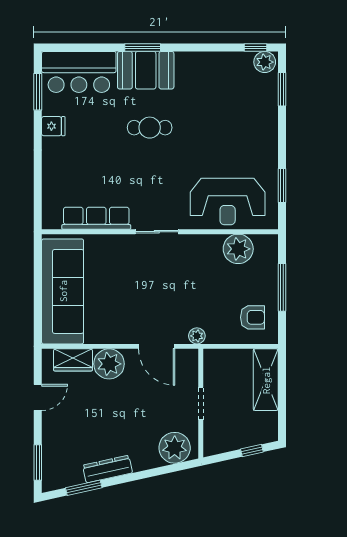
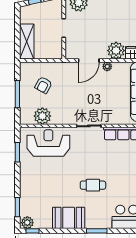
booth: (146, 70) -> (69, 218), moved
armchair: (252, 317) -> (43, 85), moved, turned -61
plant: (197, 336) -> (107, 66), moved
door: (157, 346) -> (89, 60), swing flipped

